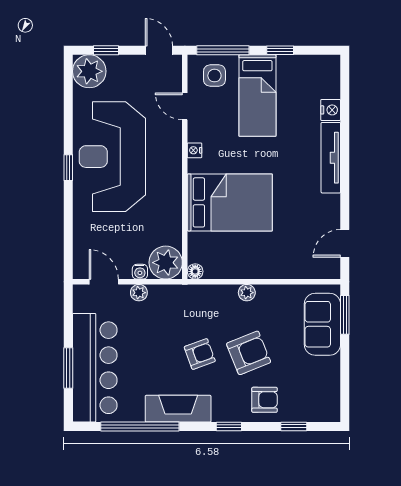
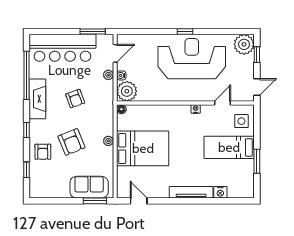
window: (223, 50) -> (257, 126), removed
window: (280, 50) -> (257, 161), width x1.50
bed: (230, 202) -> (143, 148), moved, turned -90
armchair: (200, 354) -> (75, 99), moved
window: (68, 368) -> (93, 32), moved

